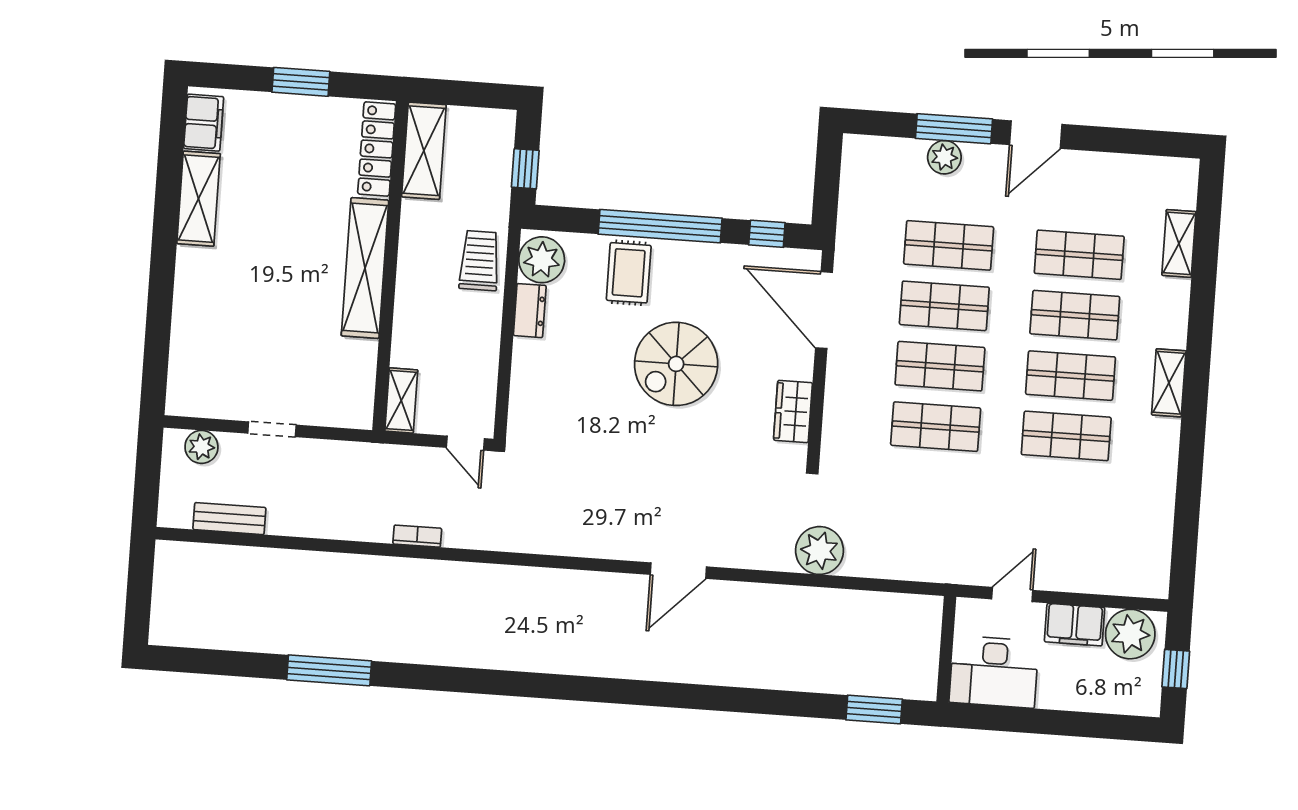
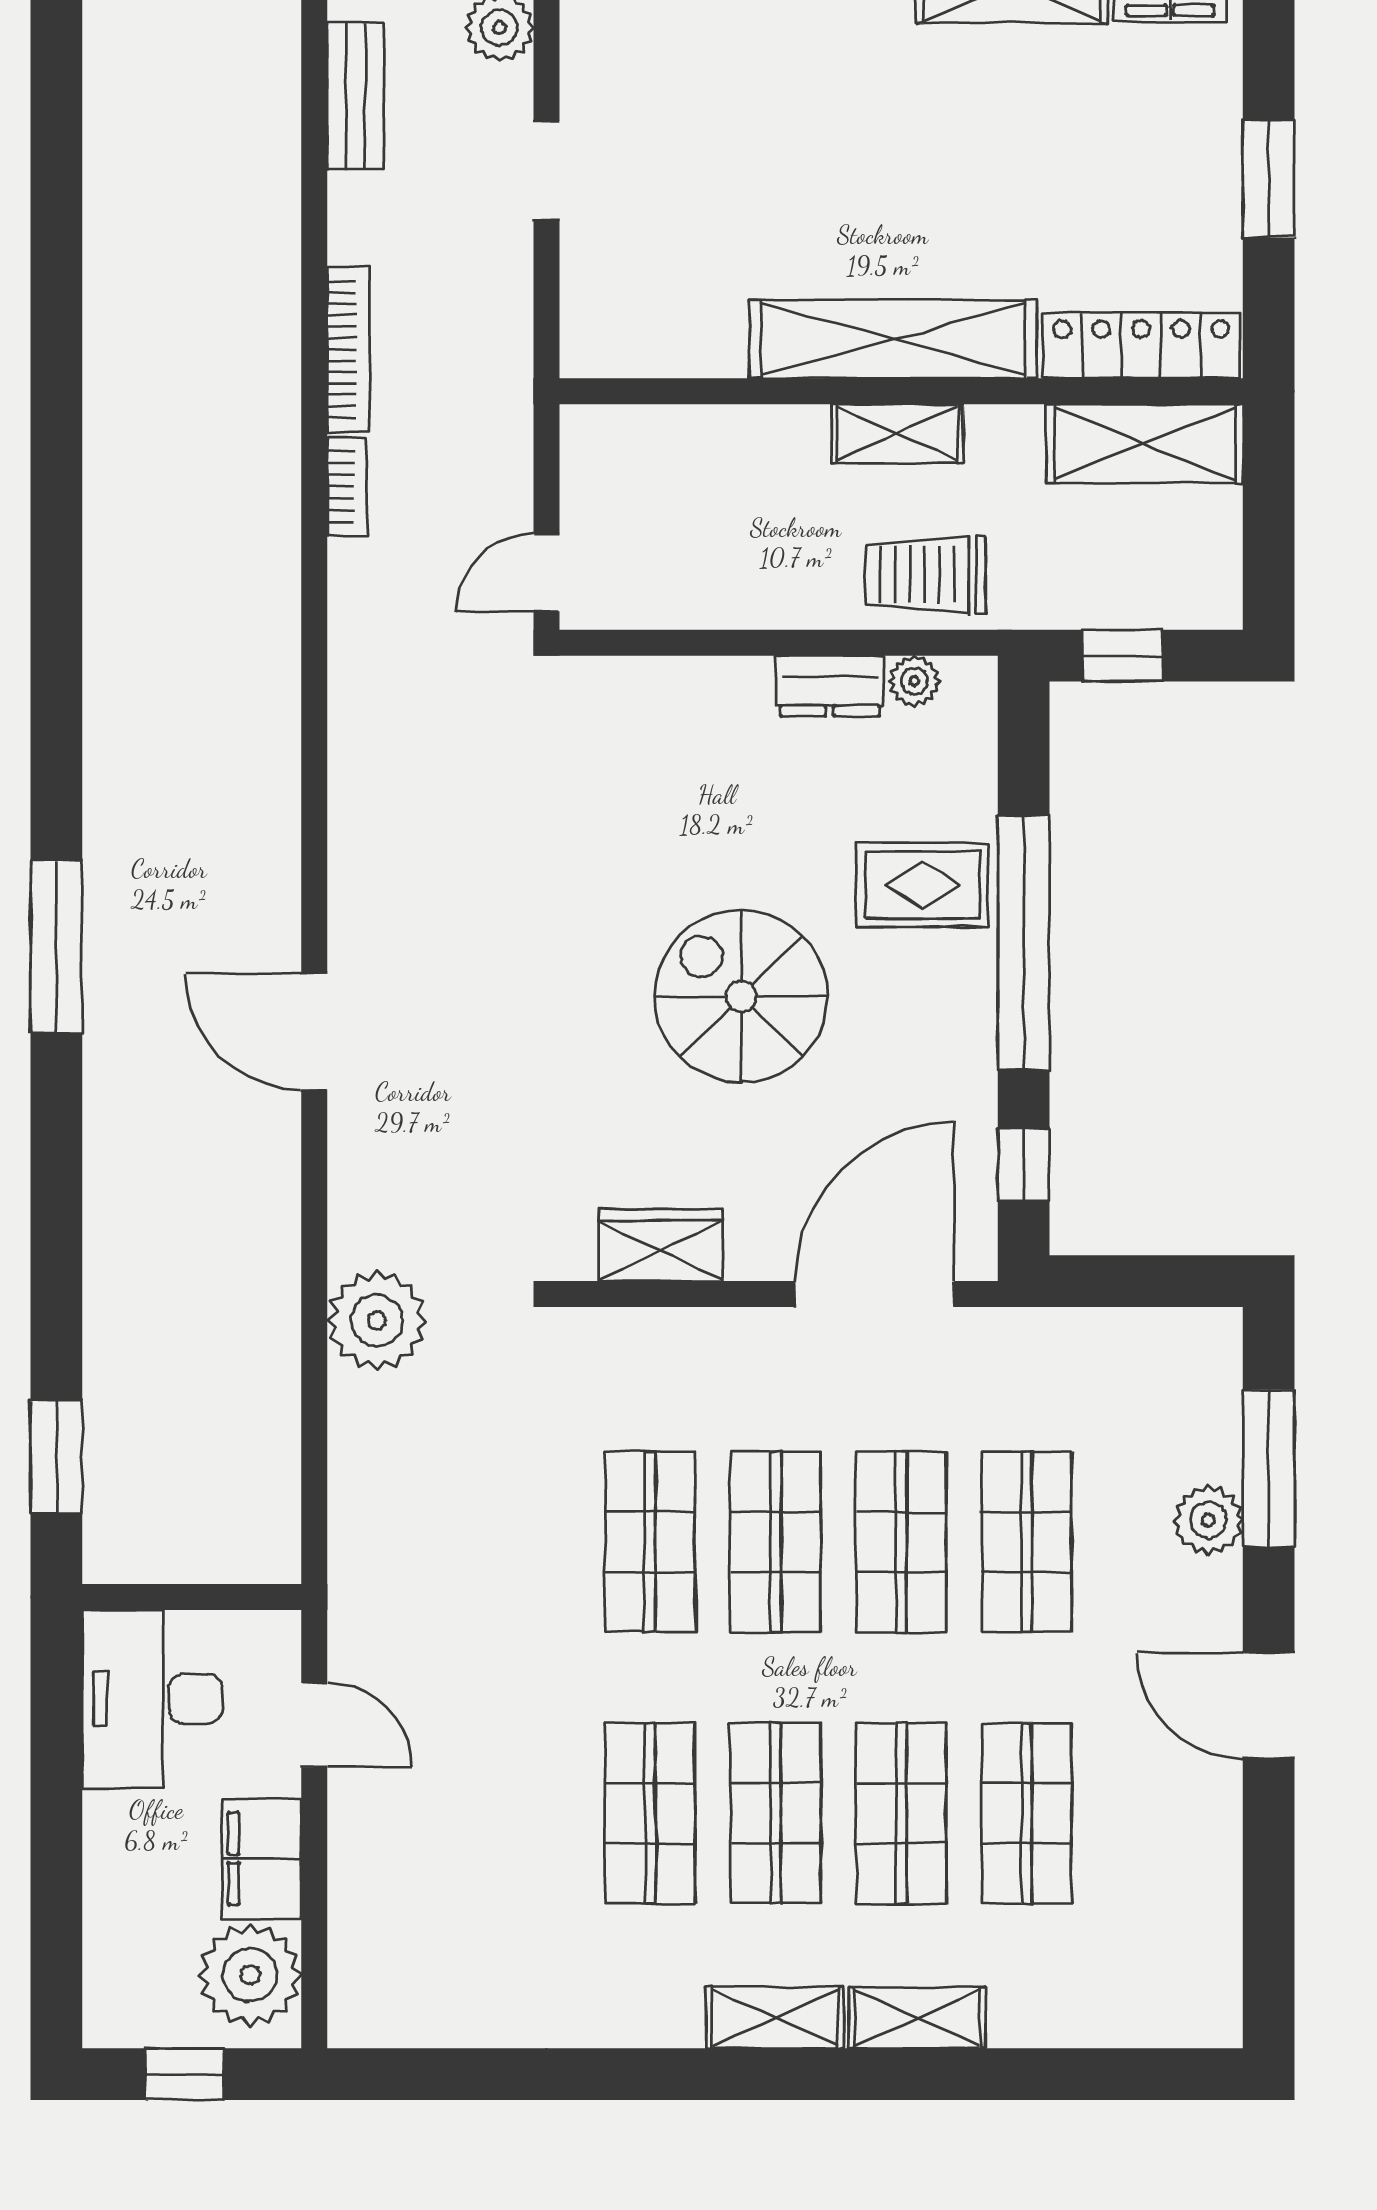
window: (954, 129) -> (1269, 1468), moved
shelving: (1179, 243) -> (917, 2018), moved
plant: (542, 260) -> (914, 681), width x0.53, depth x0.53
trolley: (479, 261) -> (926, 575), turned 180
shelving: (401, 400) -> (897, 434), moved
bookcase: (351, 531) -> (348, 349), added
window: (329, 670) -> (56, 947), moved

